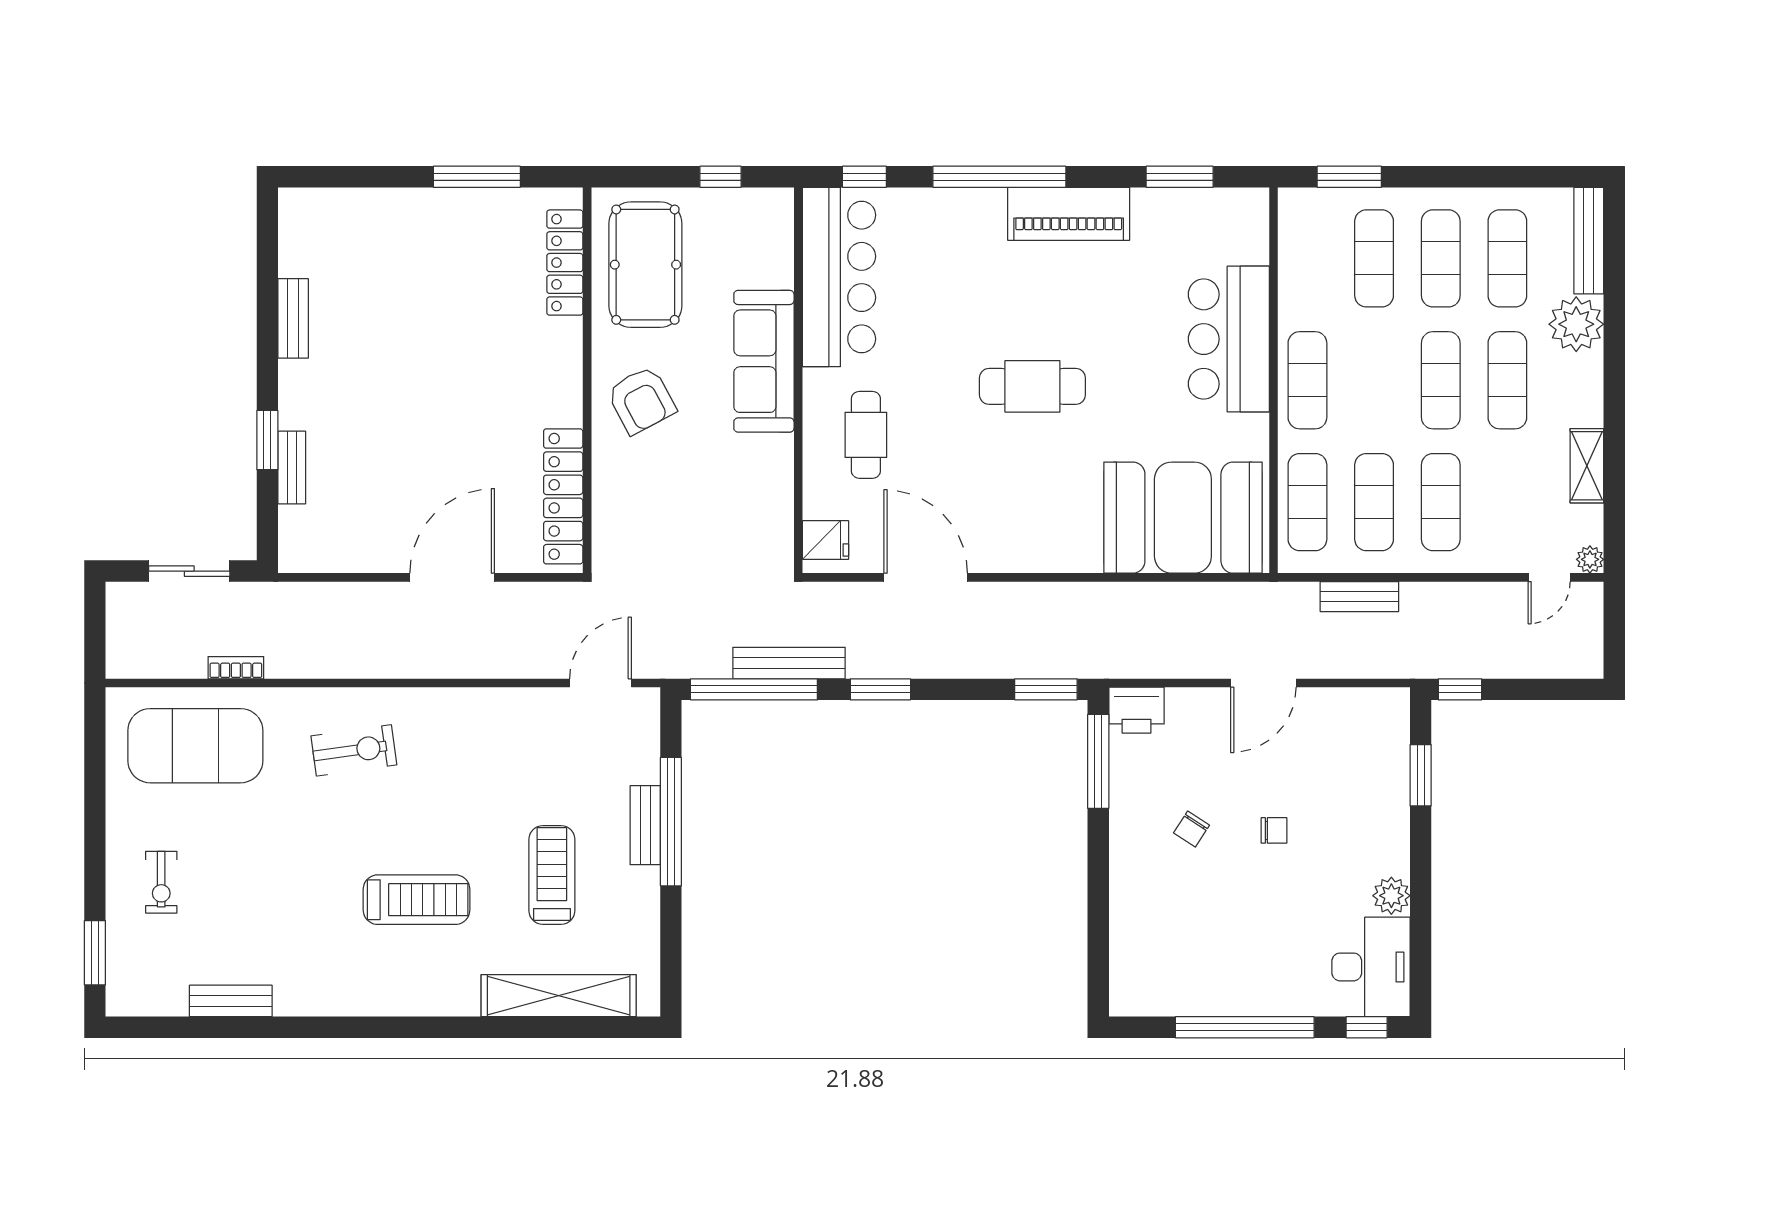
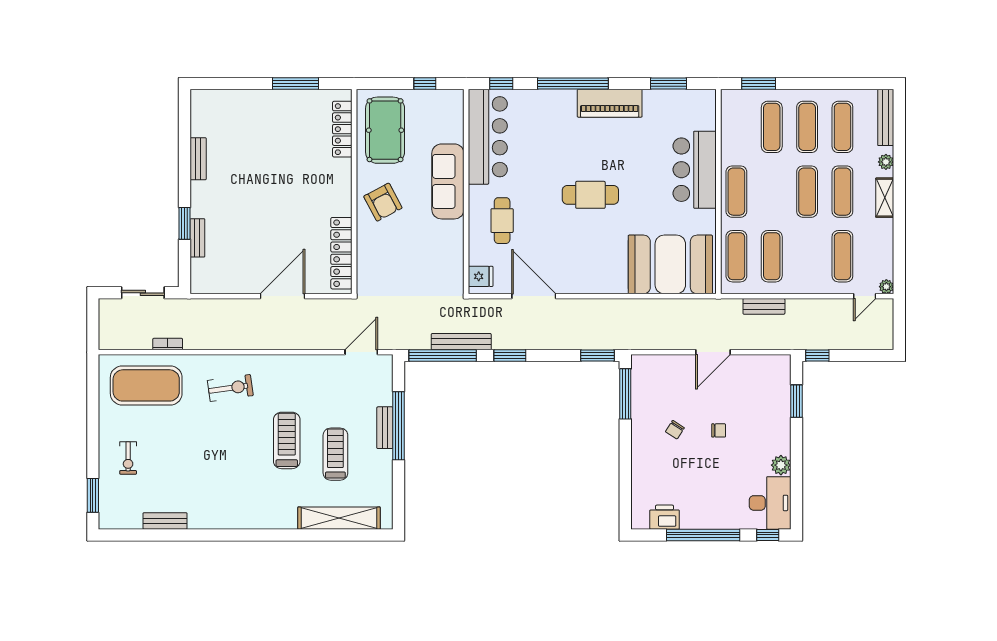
plant: (1576, 324) -> (886, 162), width x0.53, depth x0.53
shelving: (1587, 466) -> (885, 198), moved
exercise mat: (1441, 502) -> (842, 256), moved
printer: (1137, 710) -> (665, 517), moved, turned 180
treadmill: (417, 900) -> (287, 440), moved, turned -90

